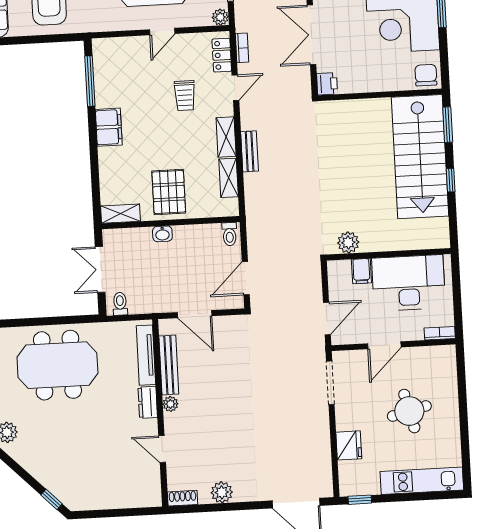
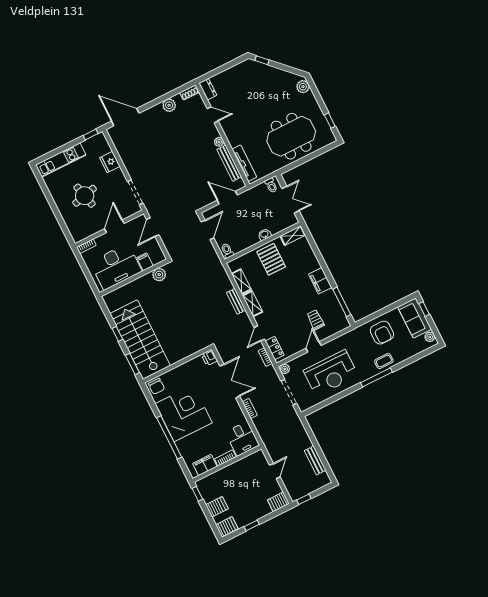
trolley: (185, 95) -> (316, 320), moved
dresser: (148, 402) -> (208, 89), moved

